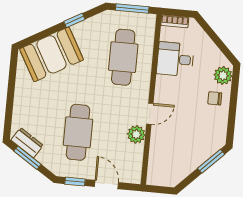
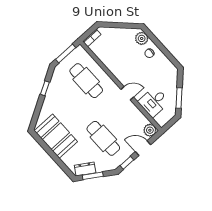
booth: (52, 54) -> (56, 136), moved, turned -61
desk: (175, 59) -> (154, 102), moved
door: (150, 114) -> (127, 93), hinge flipped
plant: (136, 134) -> (150, 130), moved
window: (211, 161) -> (179, 98), moved

